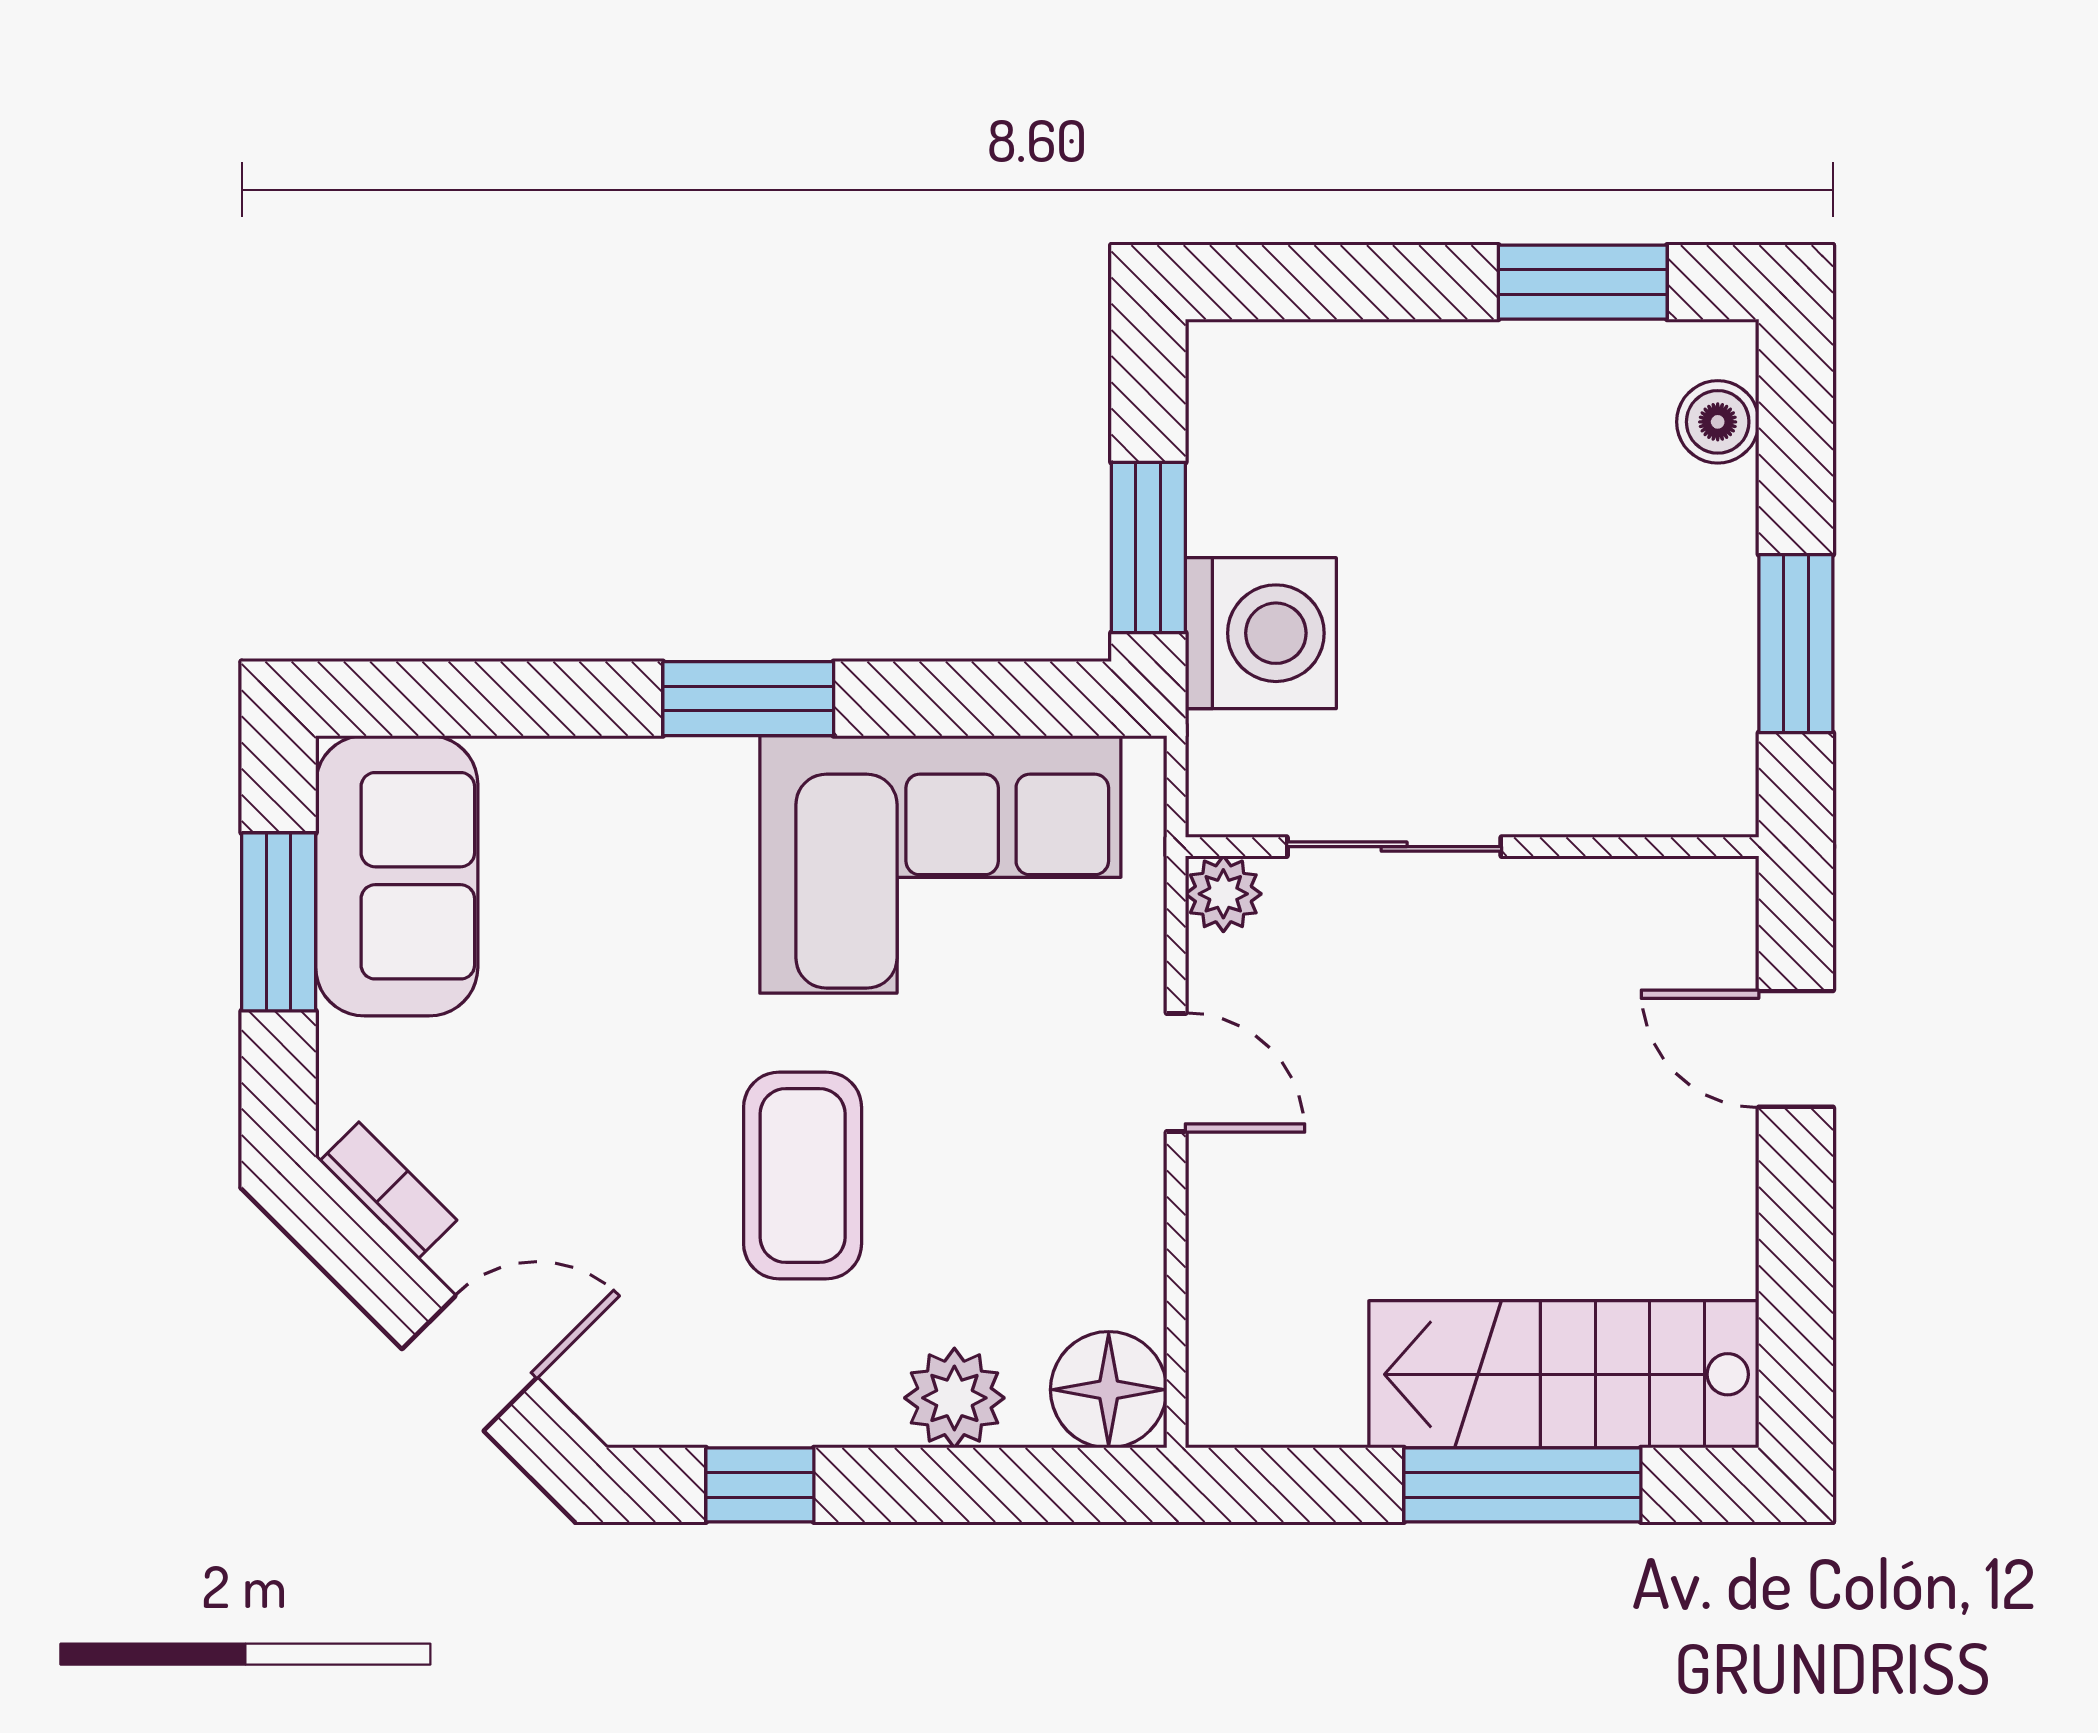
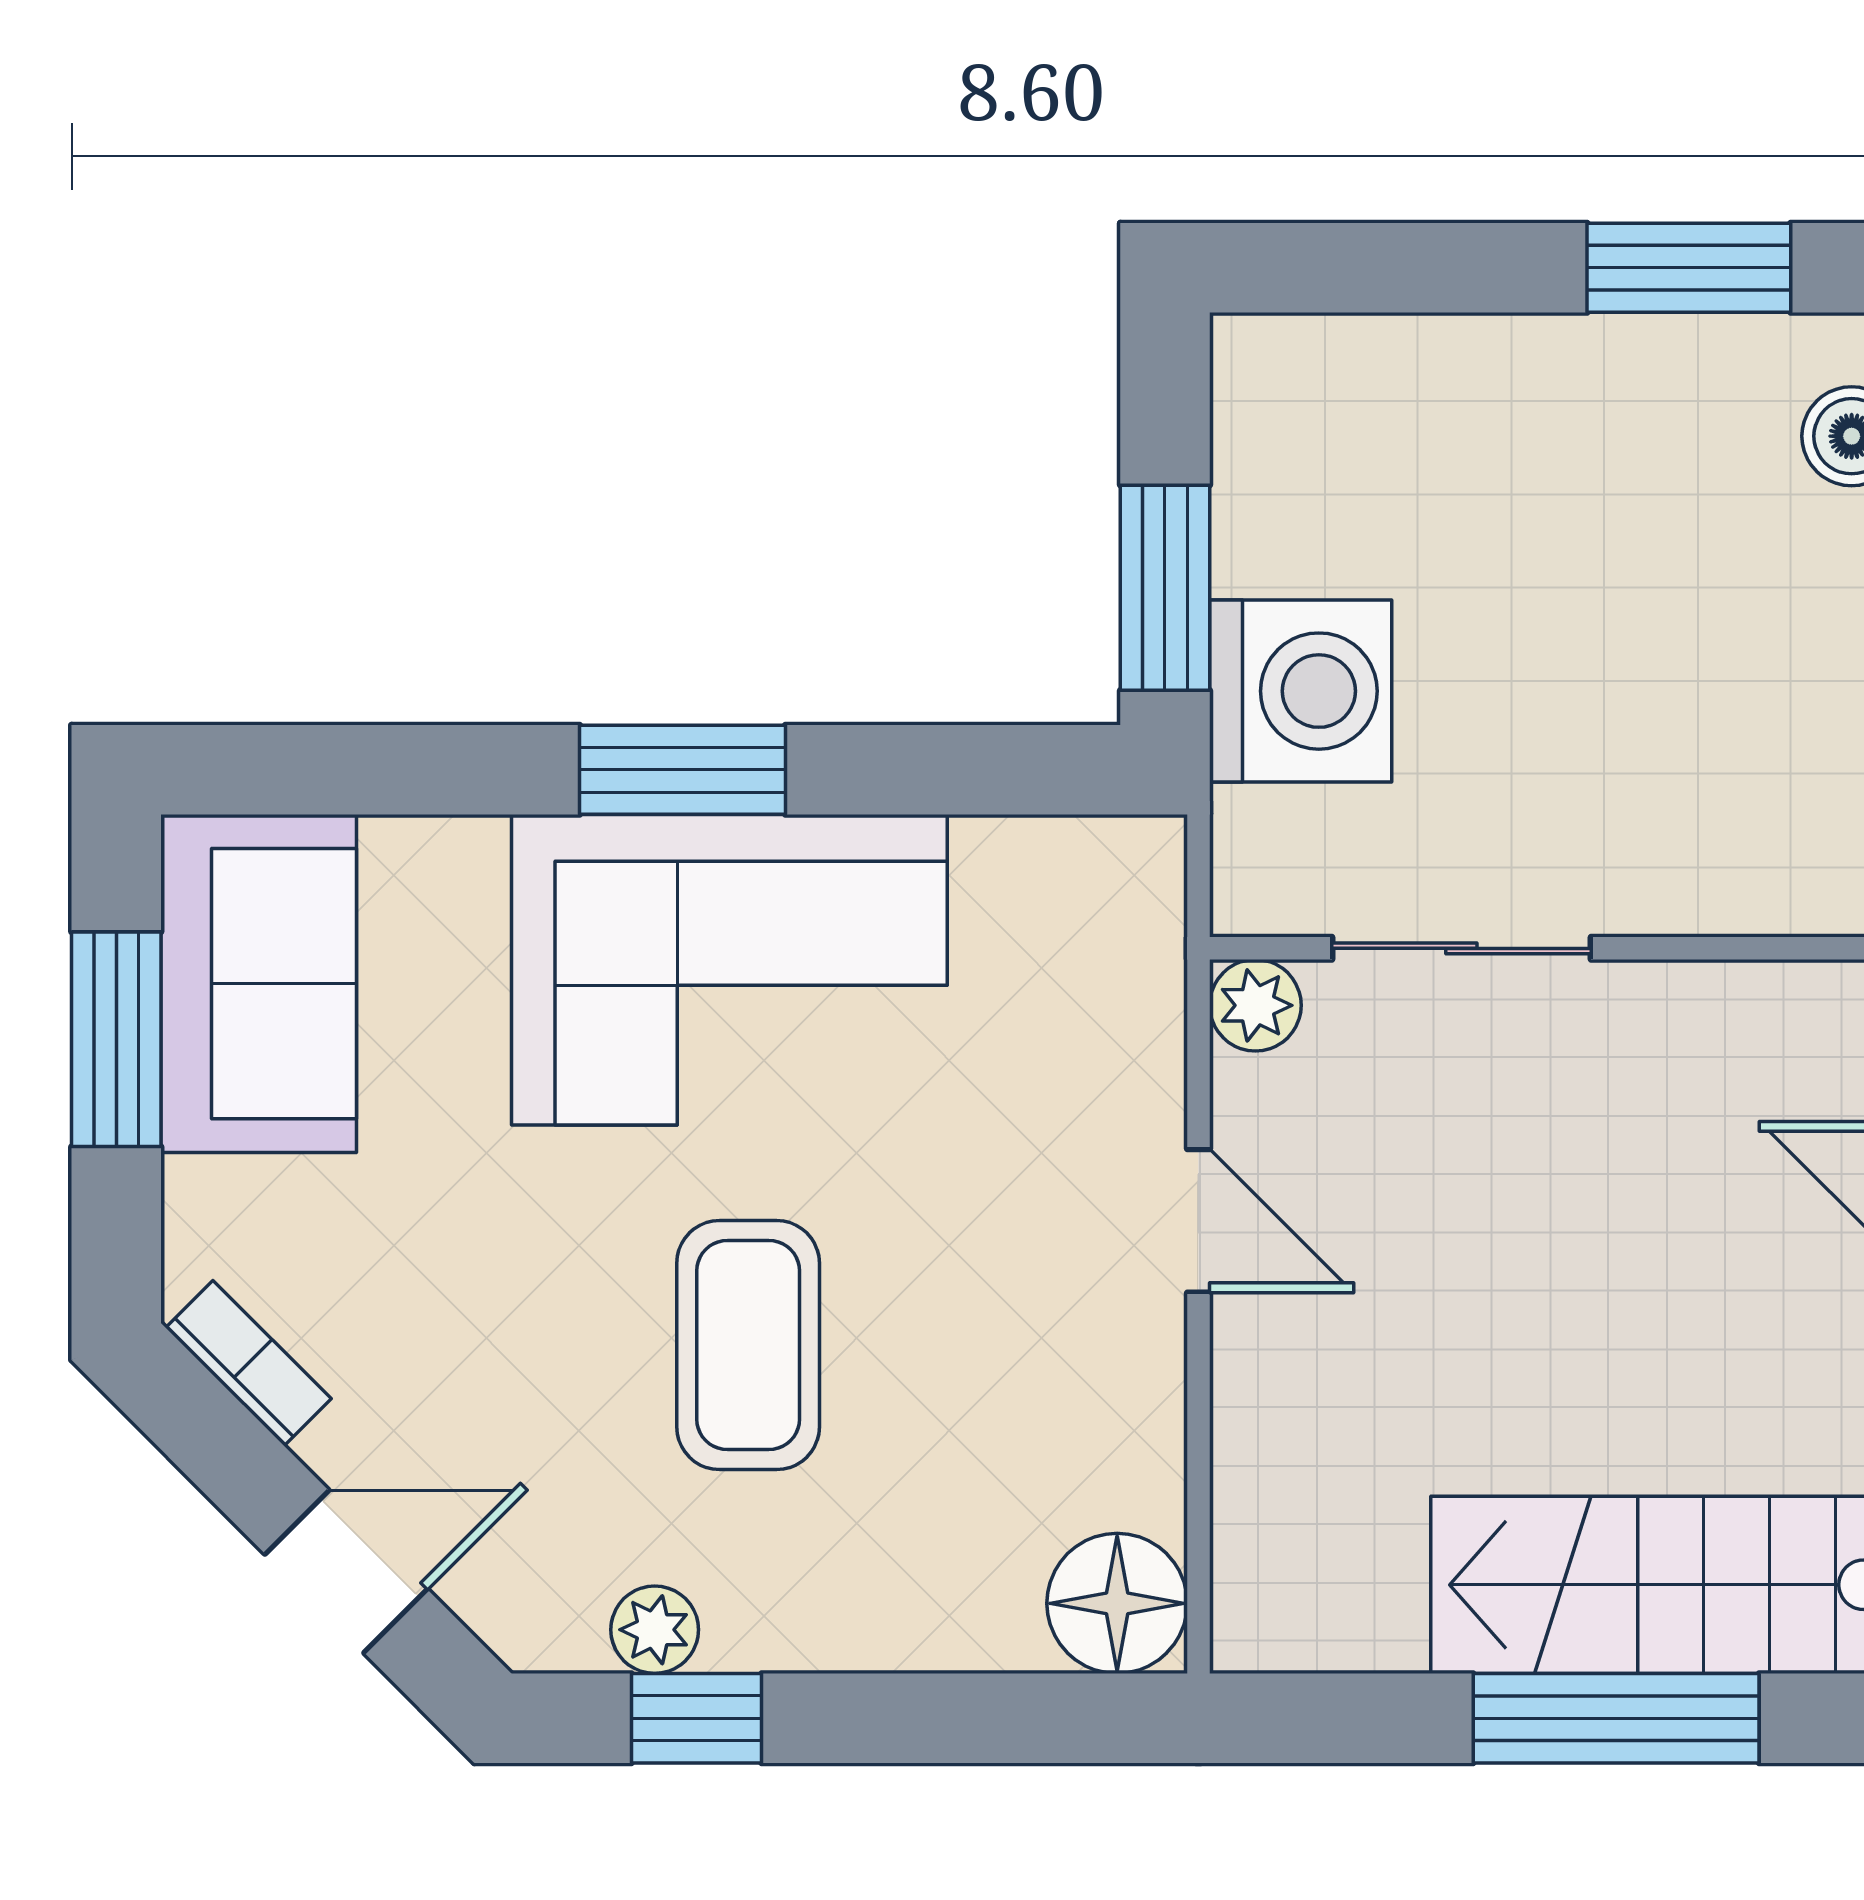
corner sofa: (940, 864) -> (729, 970), moved
plant: (954, 1398) -> (655, 1630), moved, width x0.73, depth x0.73

